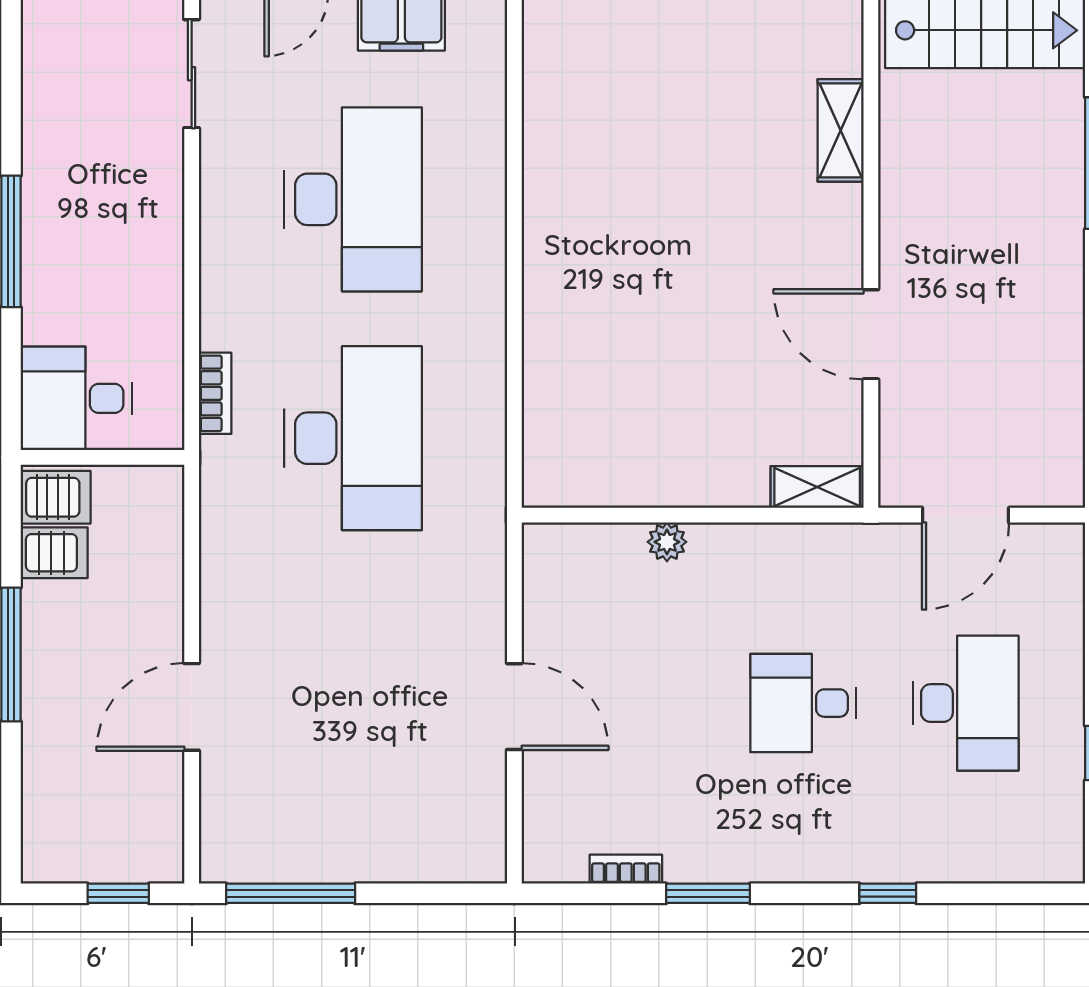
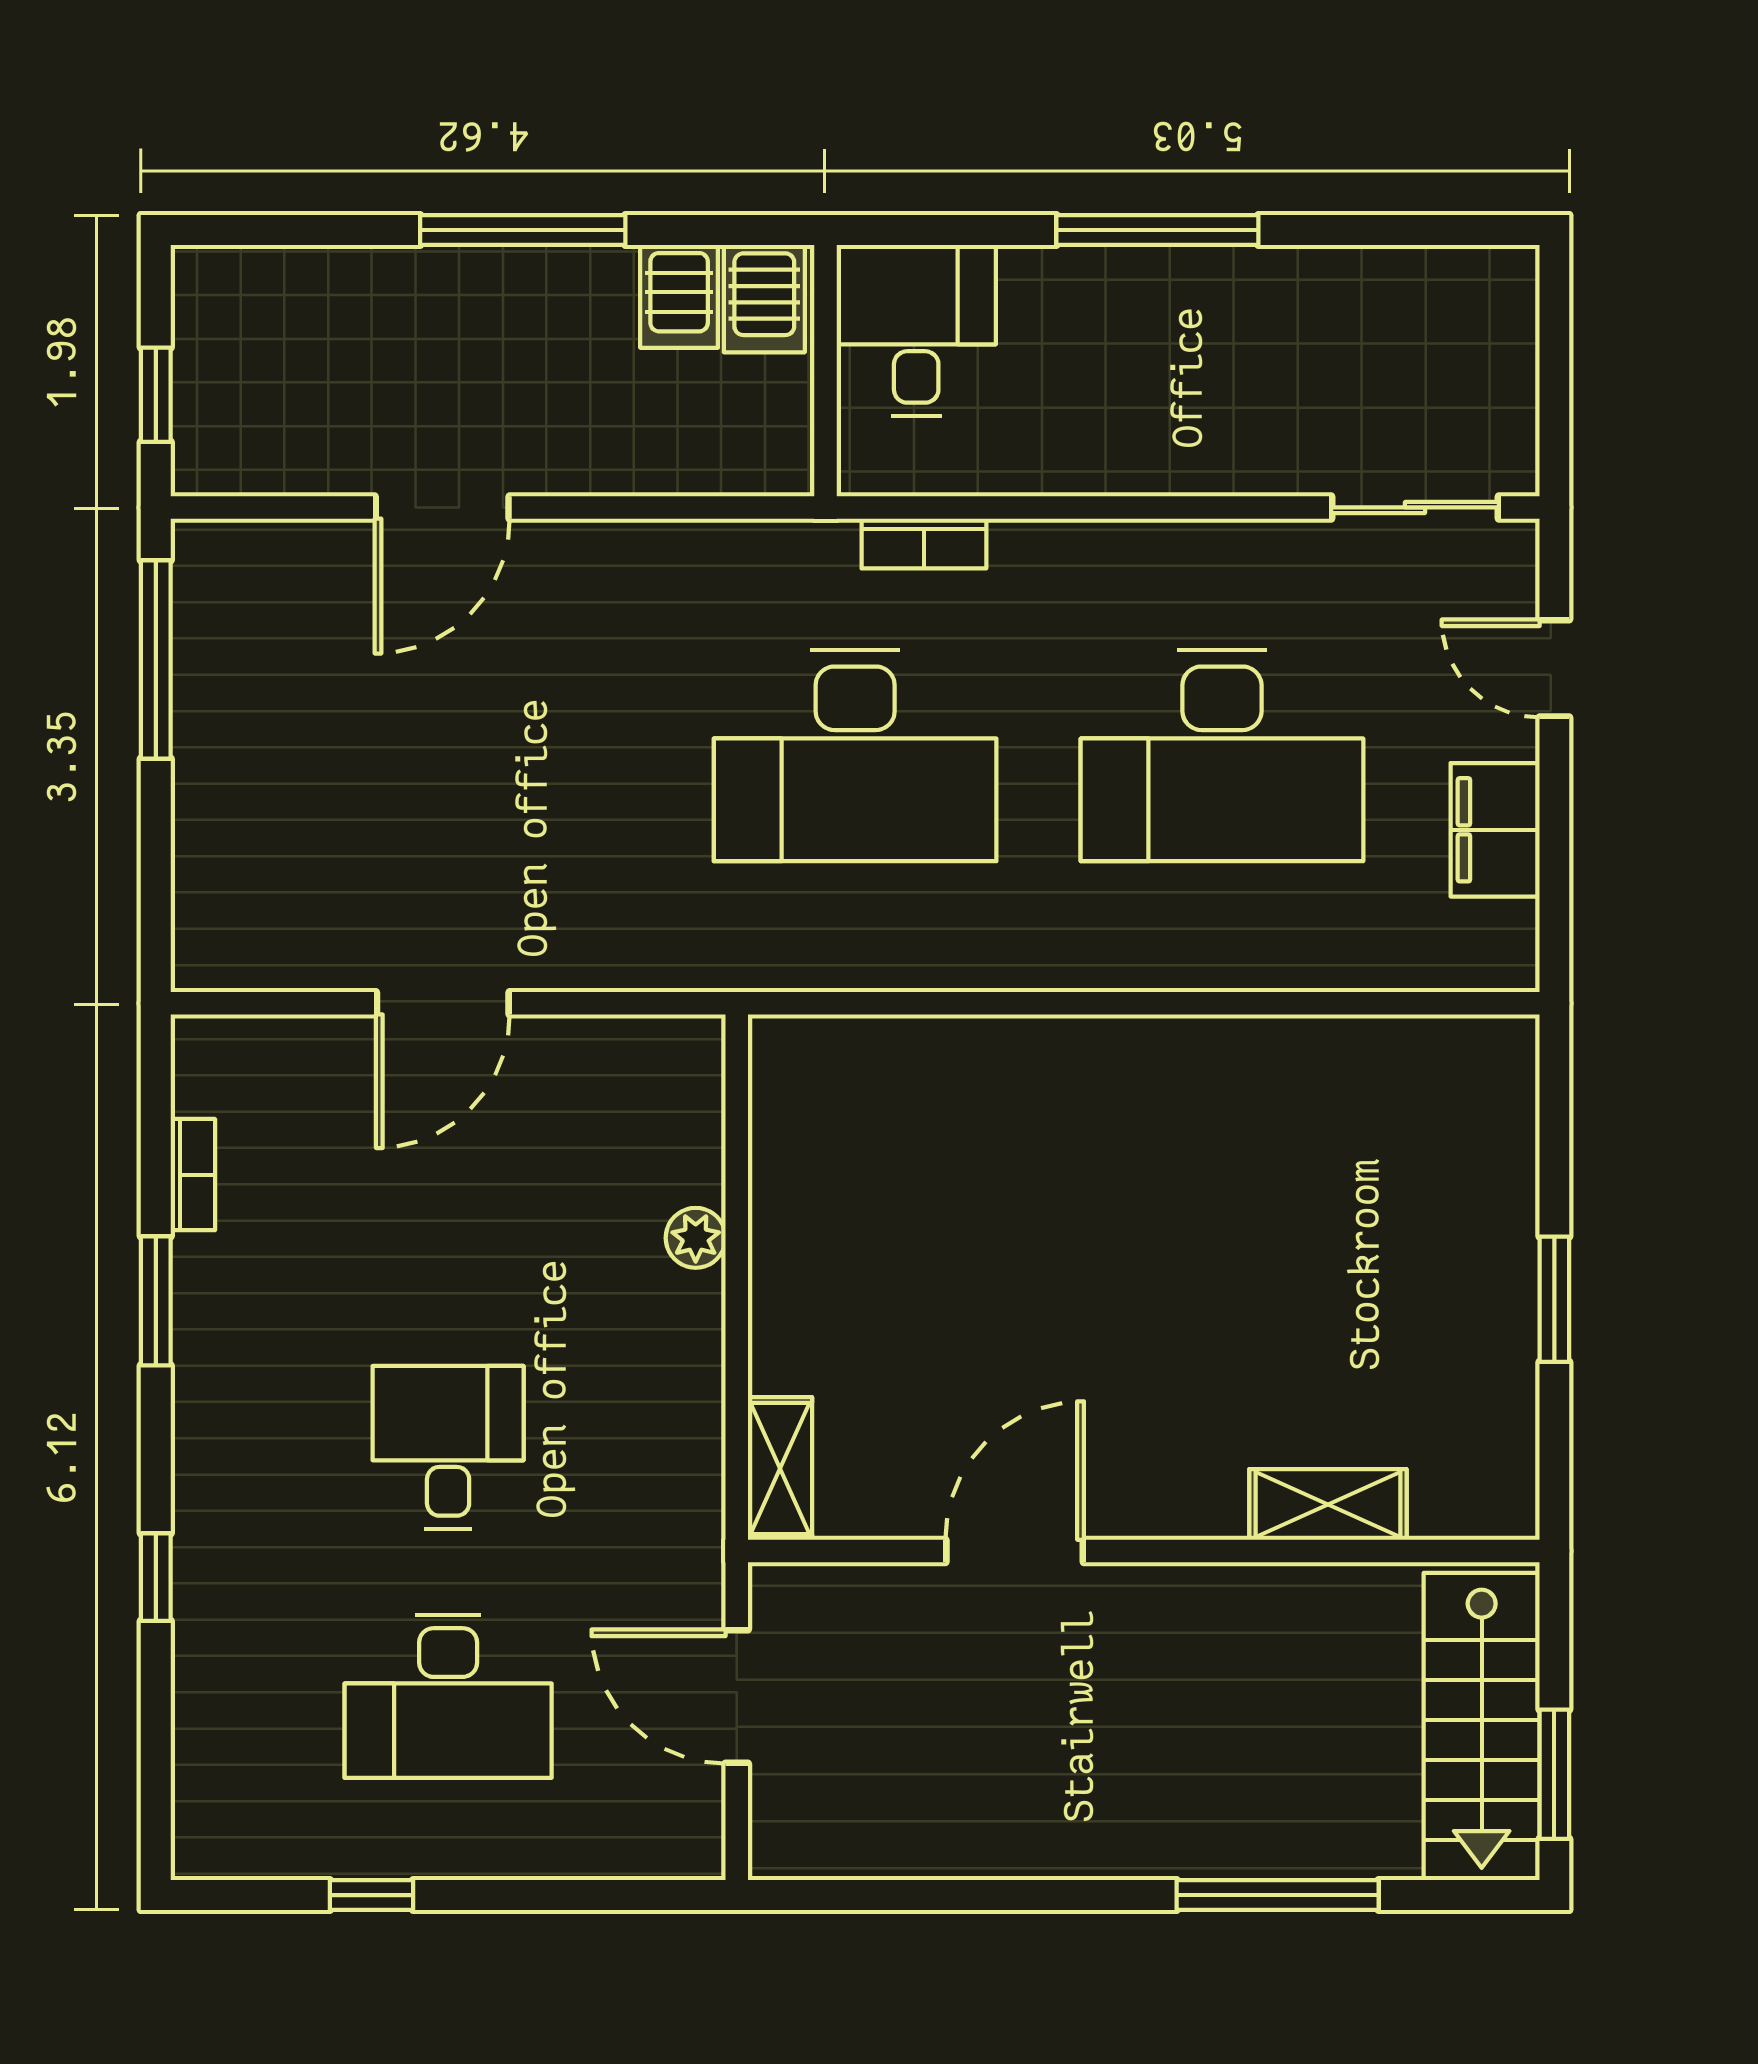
door: (192, 707) -> (442, 507), swing flipped

